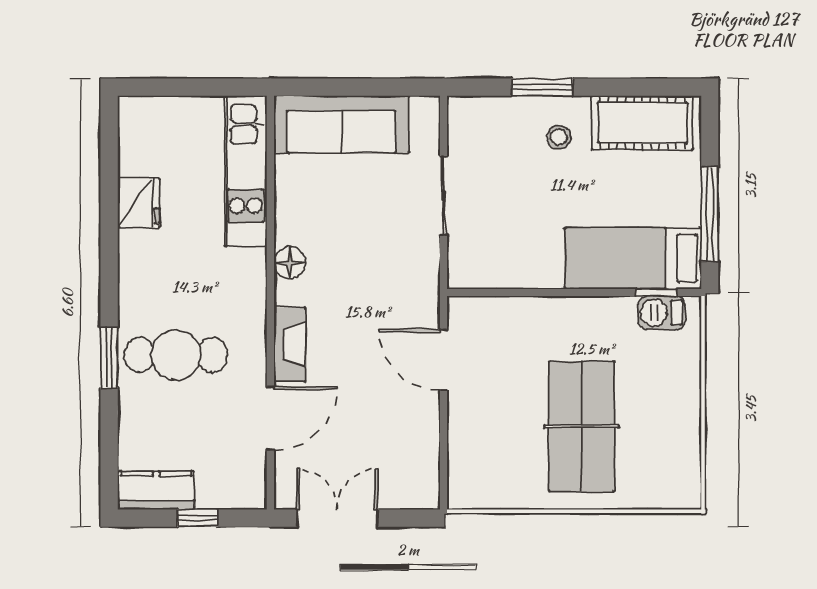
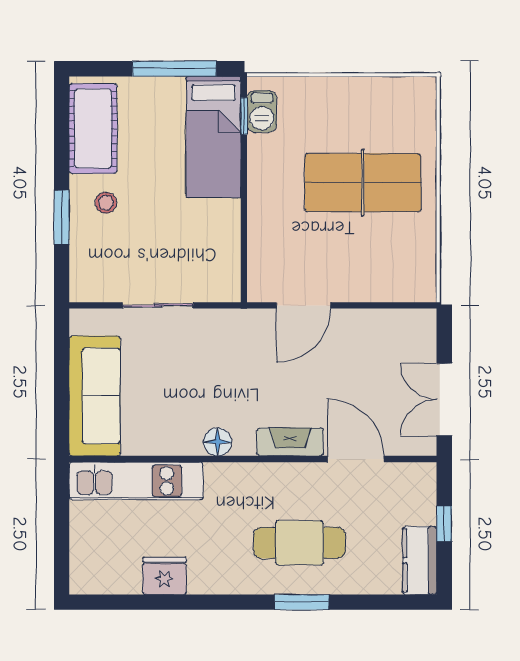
cafe table: (176, 355) -> (300, 543), turned 90

